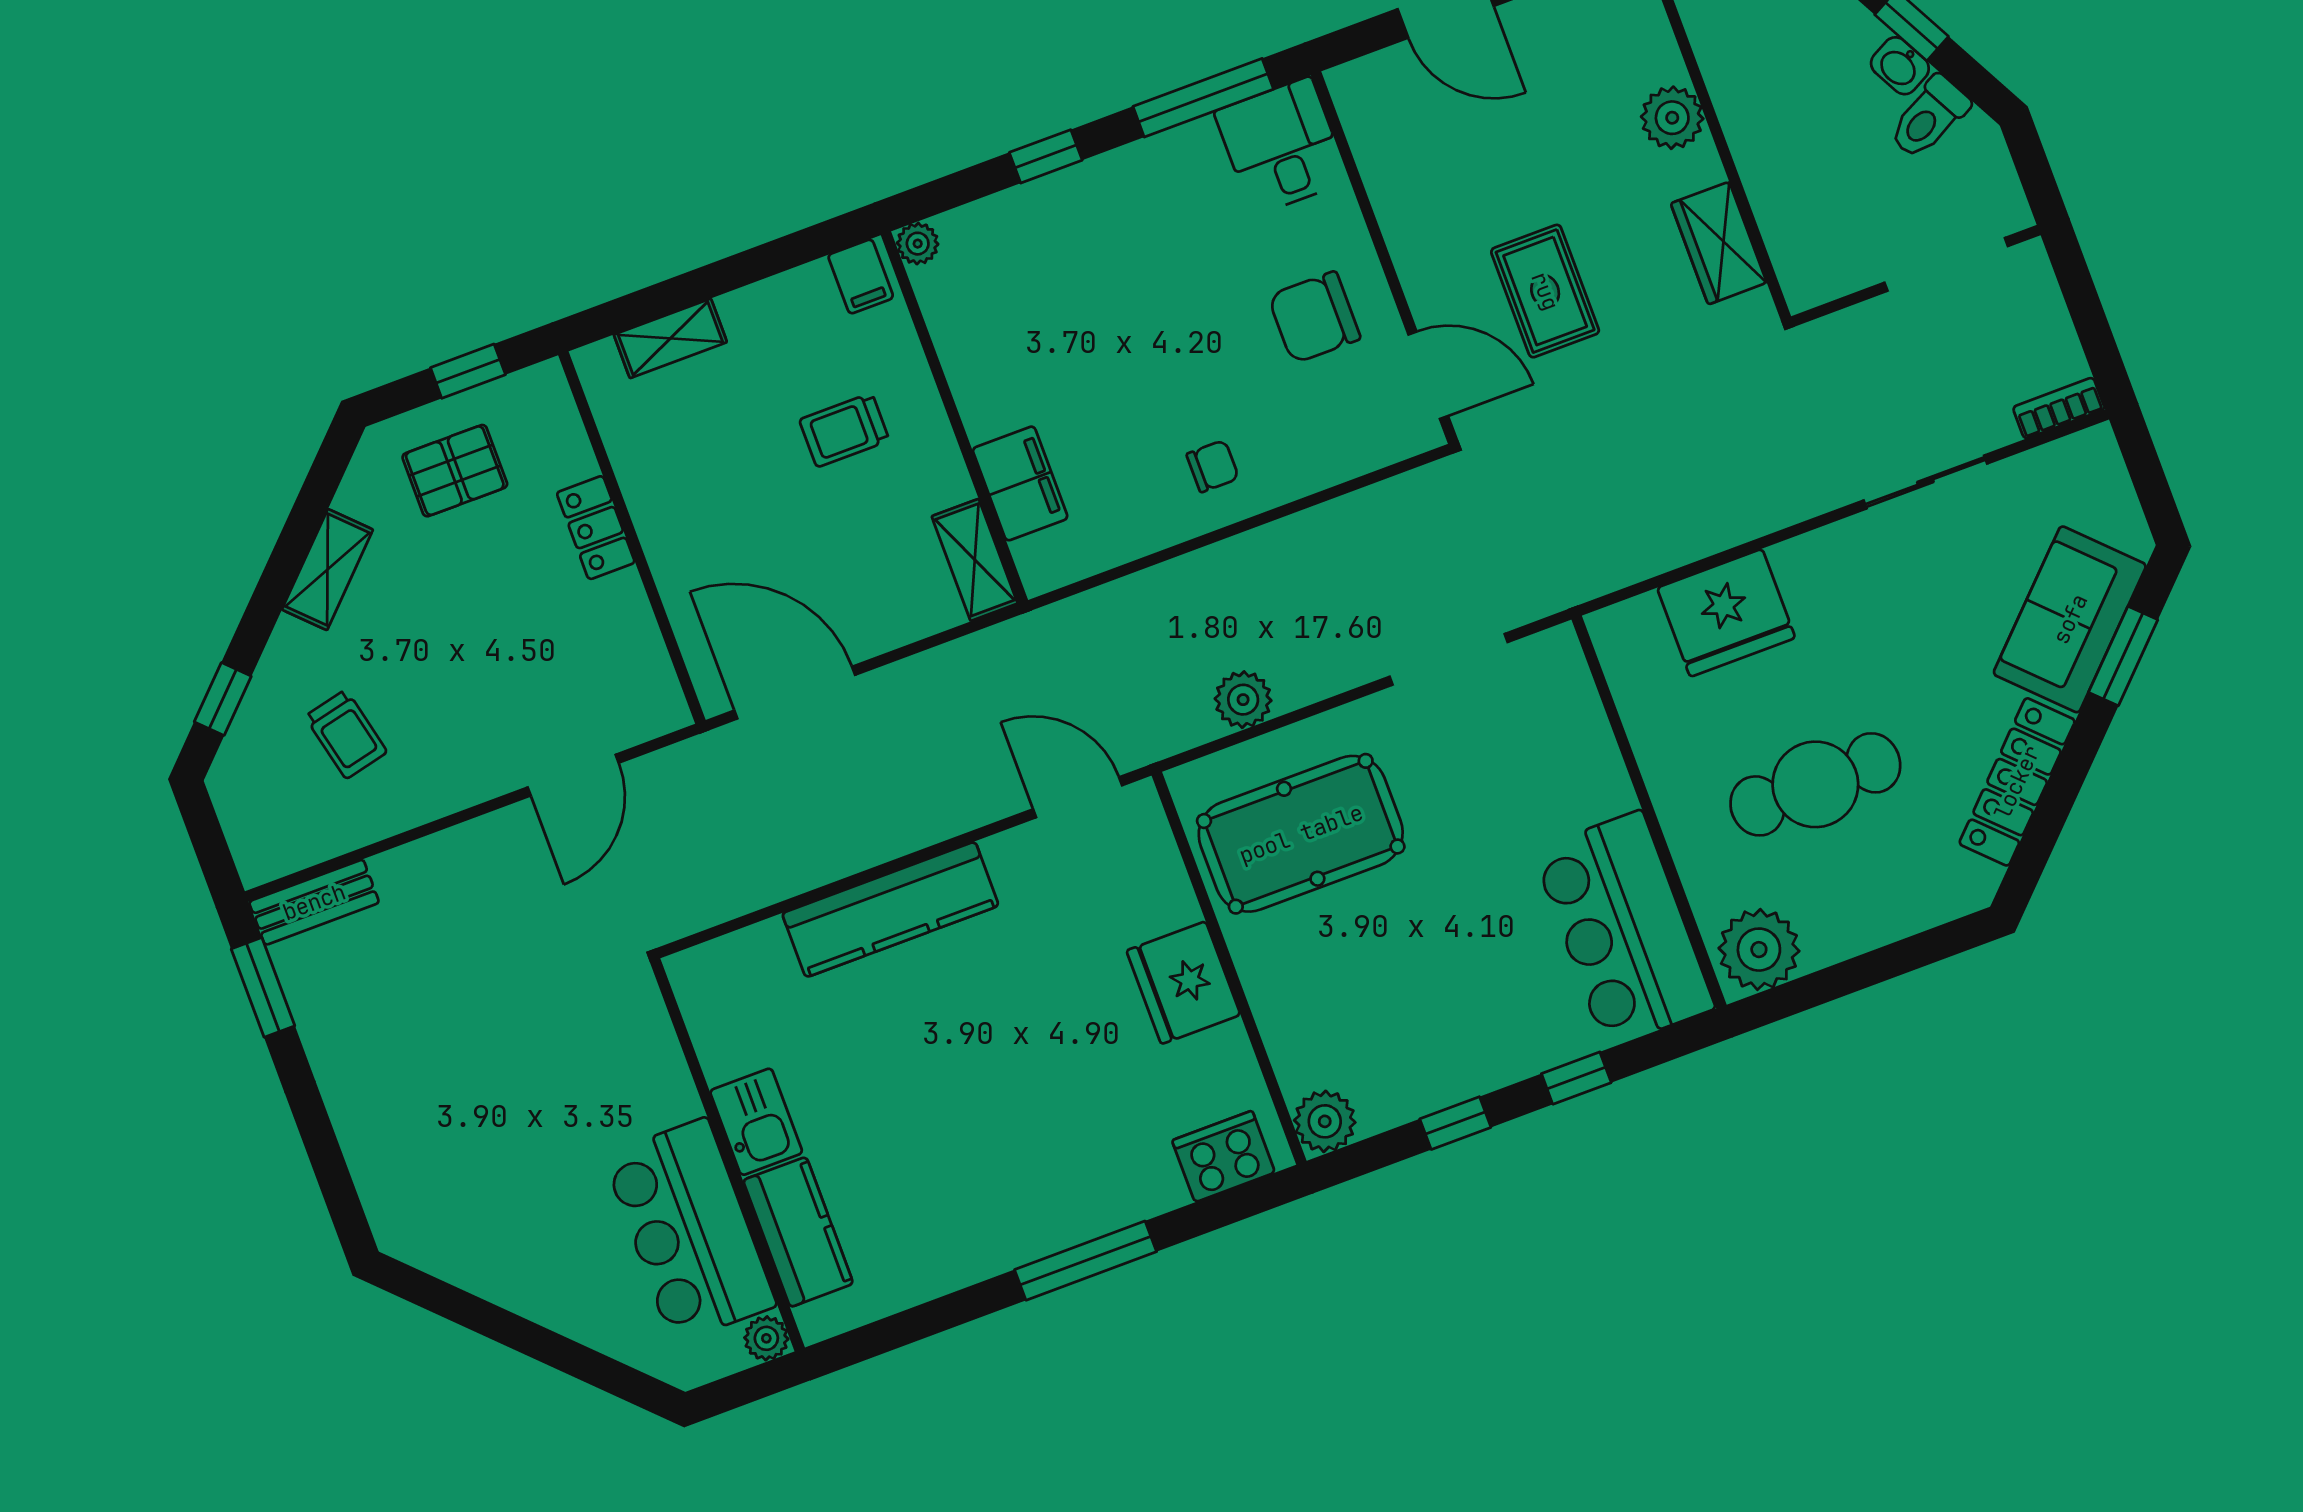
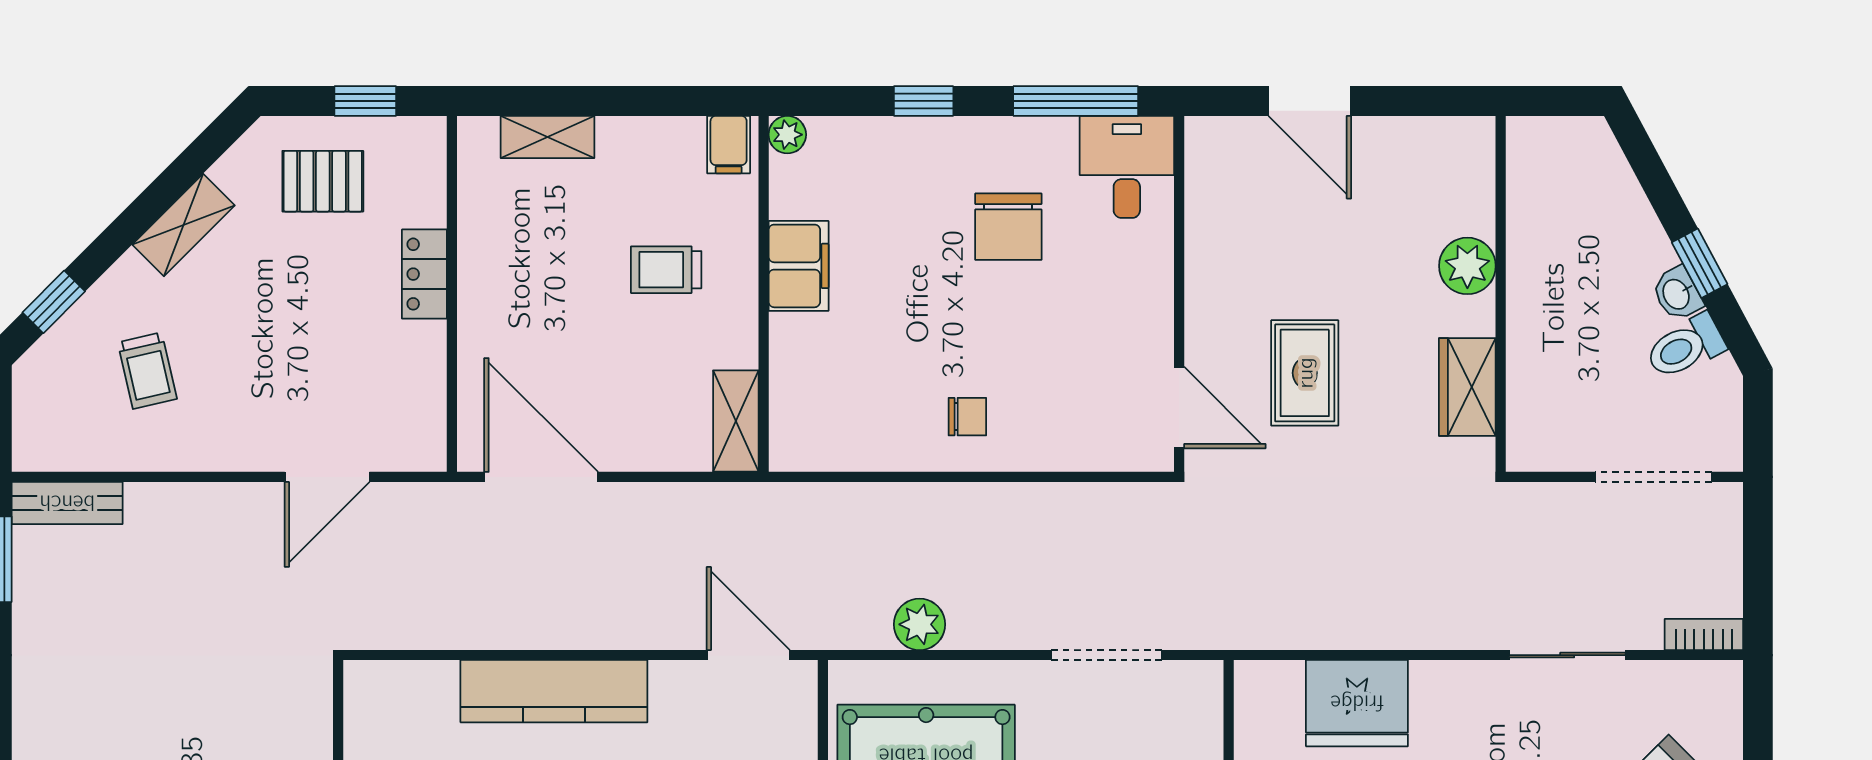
chair: (1314, 317) -> (1008, 227), moved, turned -90
filing cabinet: (1020, 483) -> (799, 266), moved

